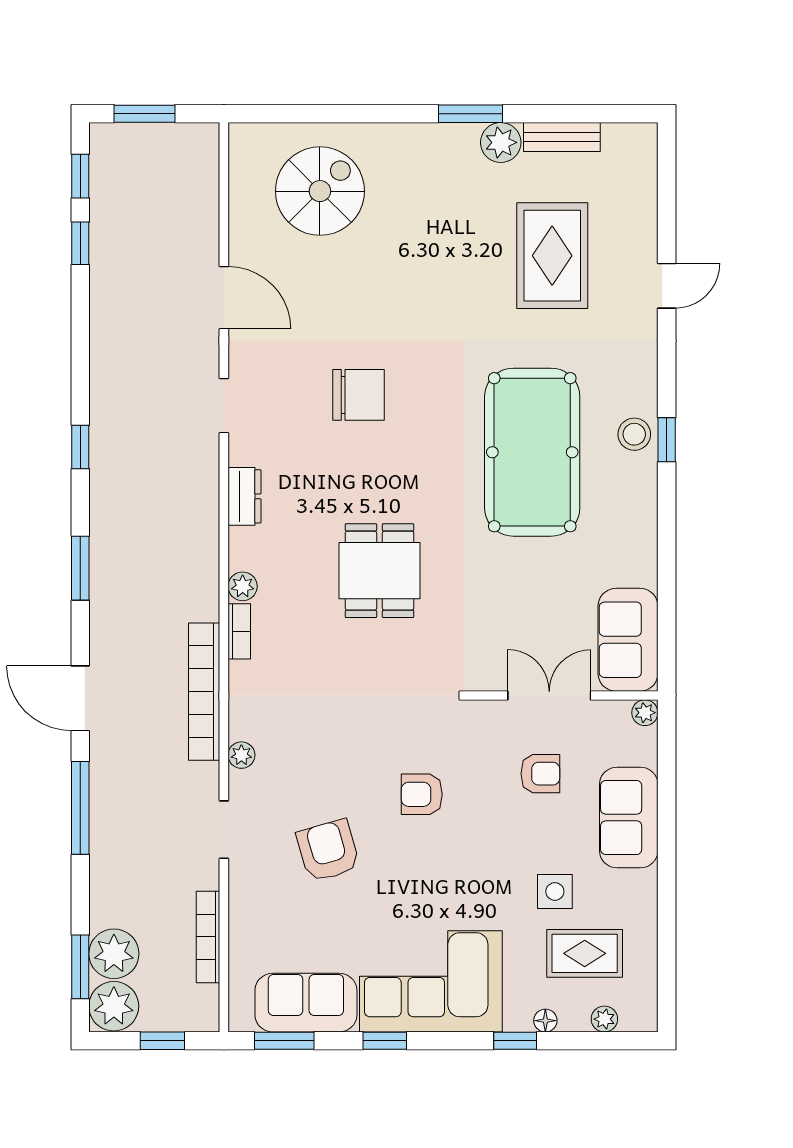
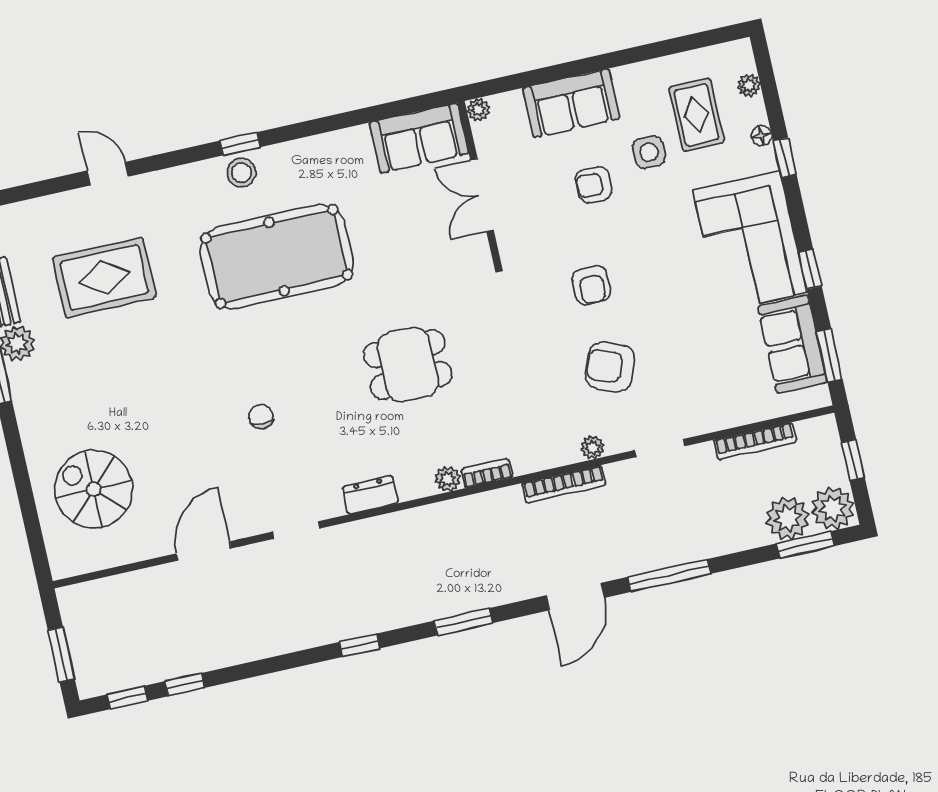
chair: (359, 395) -> (261, 417), width x0.54, depth x0.54
bookcase: (204, 692) -> (564, 484), width x0.68, depth x0.76
armchair: (540, 774) -> (594, 185), moved, turned -90
armchair: (328, 851) -> (610, 367), moved, turned 37

